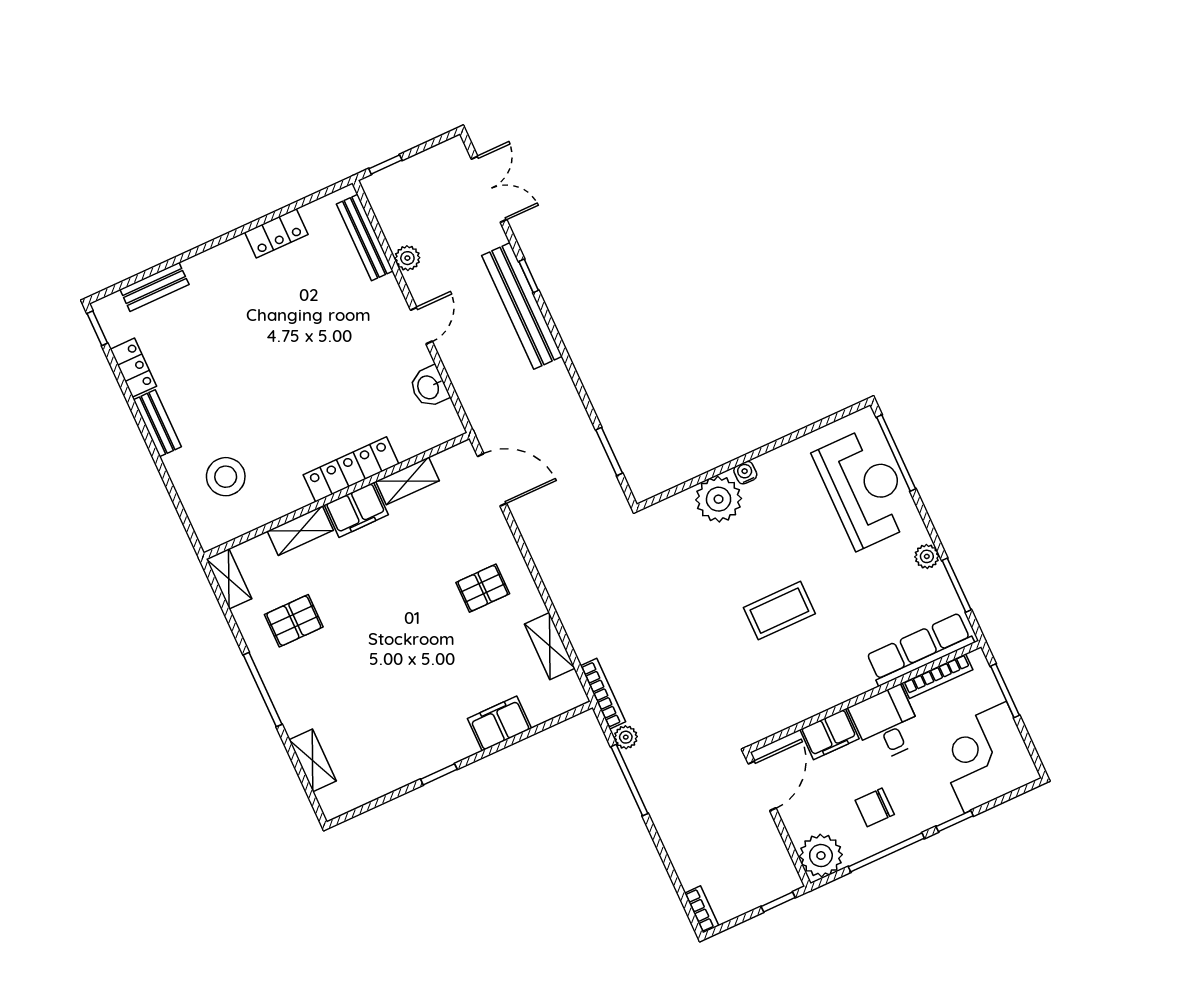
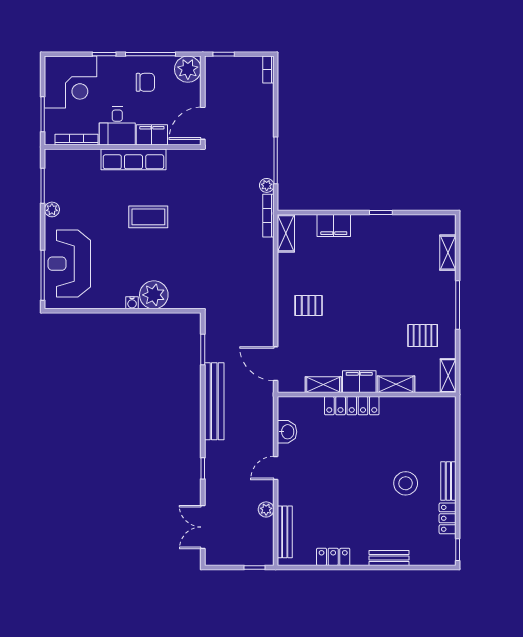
bench: (154, 287) -> (389, 558), moved
bench: (522, 306) -> (214, 401), moved
stool: (226, 477) -> (406, 483), moved
shelving: (550, 646) -> (286, 233), moved
row of seats: (920, 649) -> (133, 159), moved

